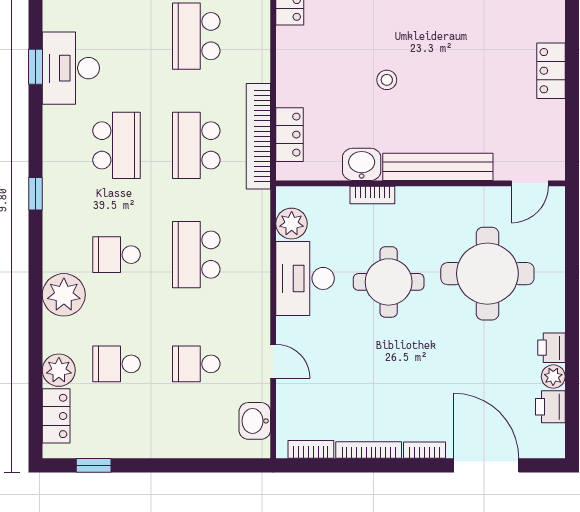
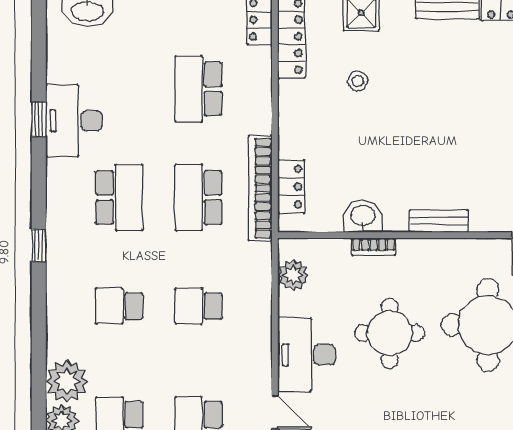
stool: (387, 80) -> (358, 81), moved
bench: (438, 167) -> (439, 221), width x0.54, depth x0.82
school desk: (196, 255) -> (199, 306), width x0.54
desk: (305, 278) -> (307, 355), moved
plant: (64, 295) -> (67, 381), moved

